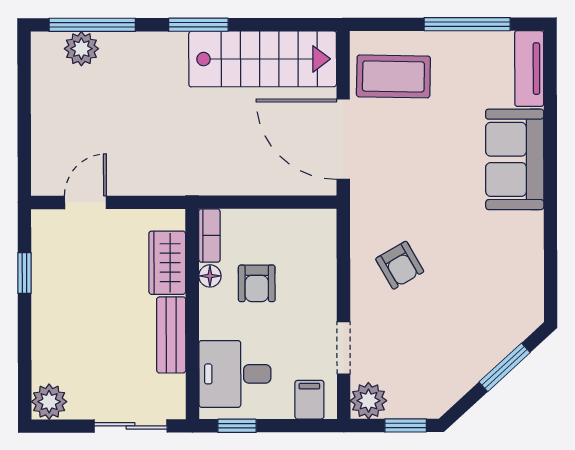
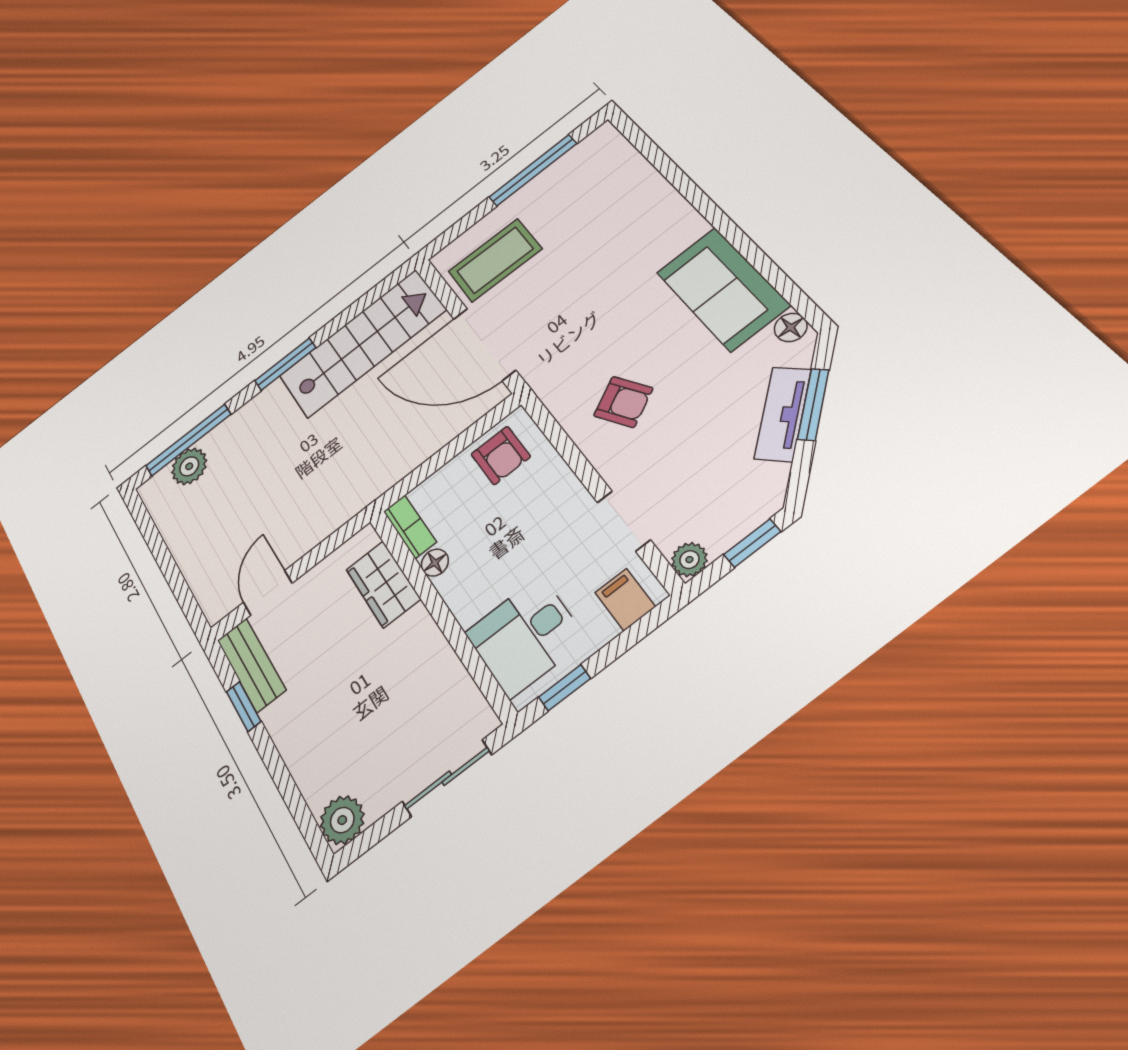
tv unit: (529, 69) -> (783, 414), moved, turned 48
sofa: (515, 159) -> (723, 289), moved
armchair: (257, 283) -> (501, 455), moved
floor lamp: (532, 304) -> (791, 327), added
bench: (171, 335) -> (251, 665), moved
plant: (369, 401) -> (689, 560), width x0.73, depth x0.73

